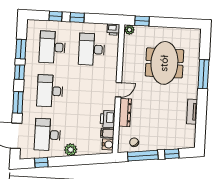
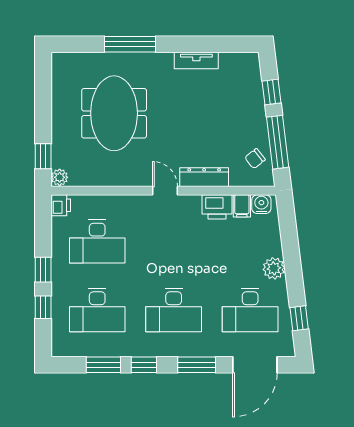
meeting table: (164, 63) -> (114, 113), turned 90

